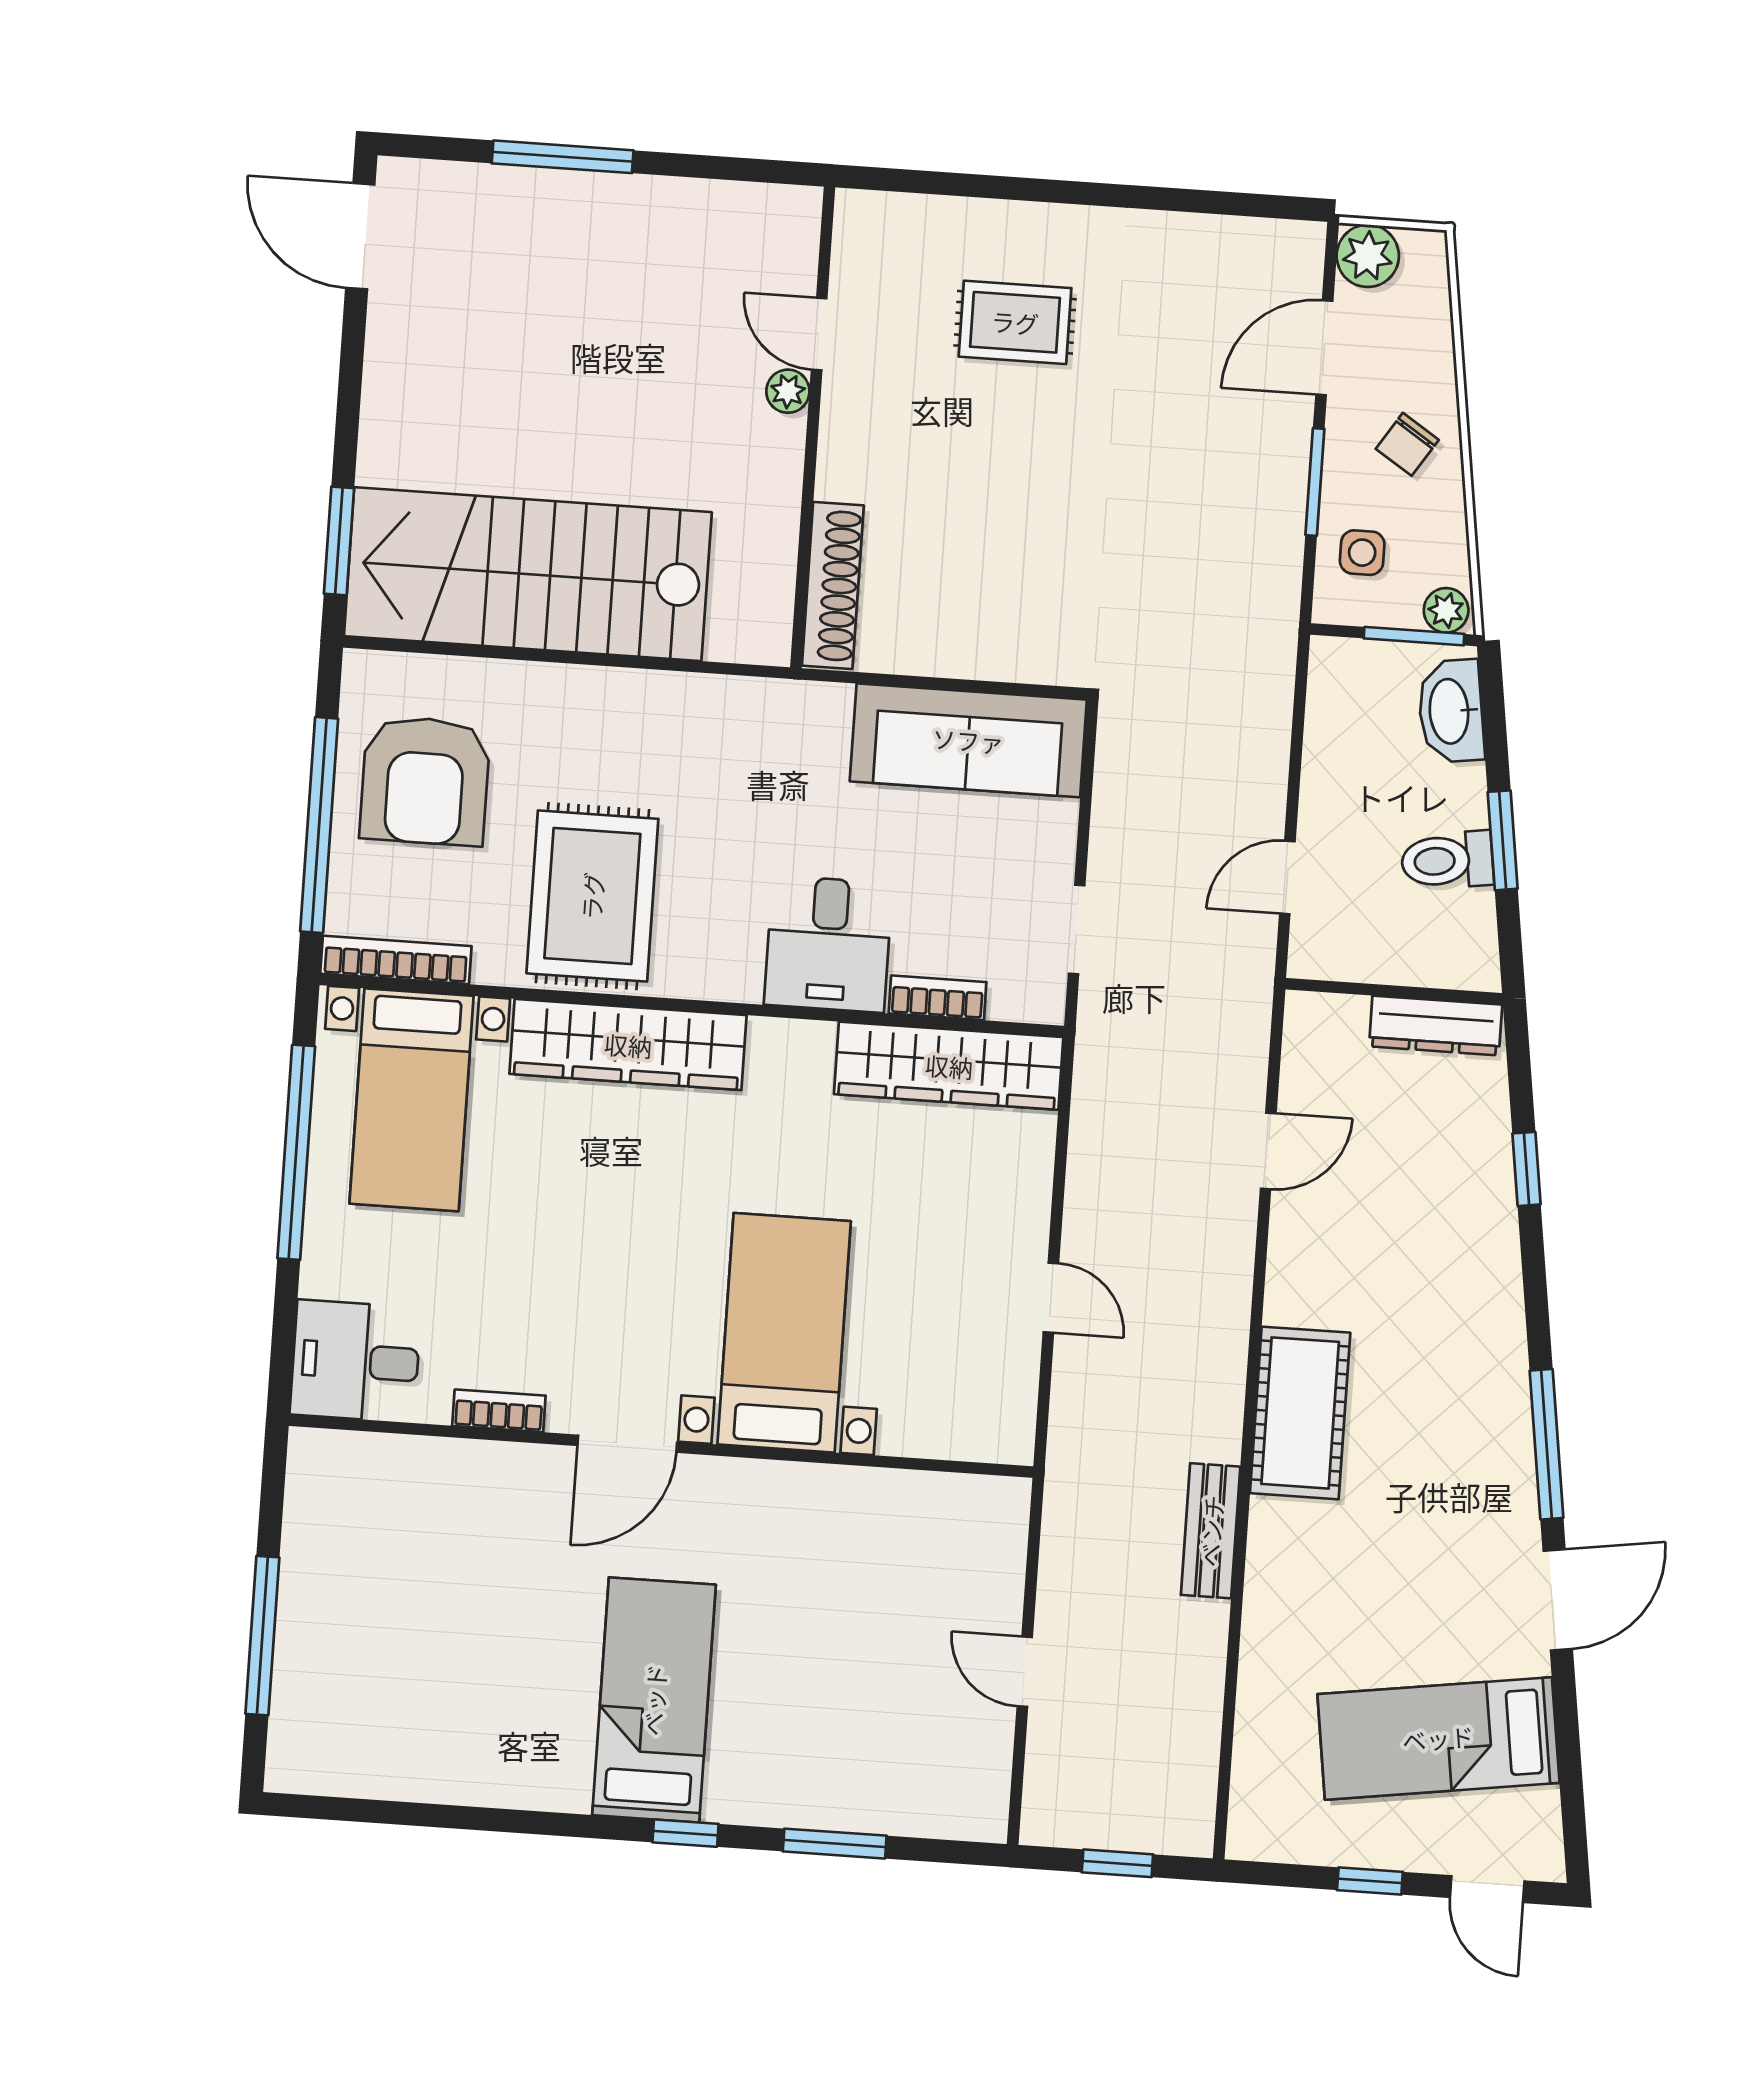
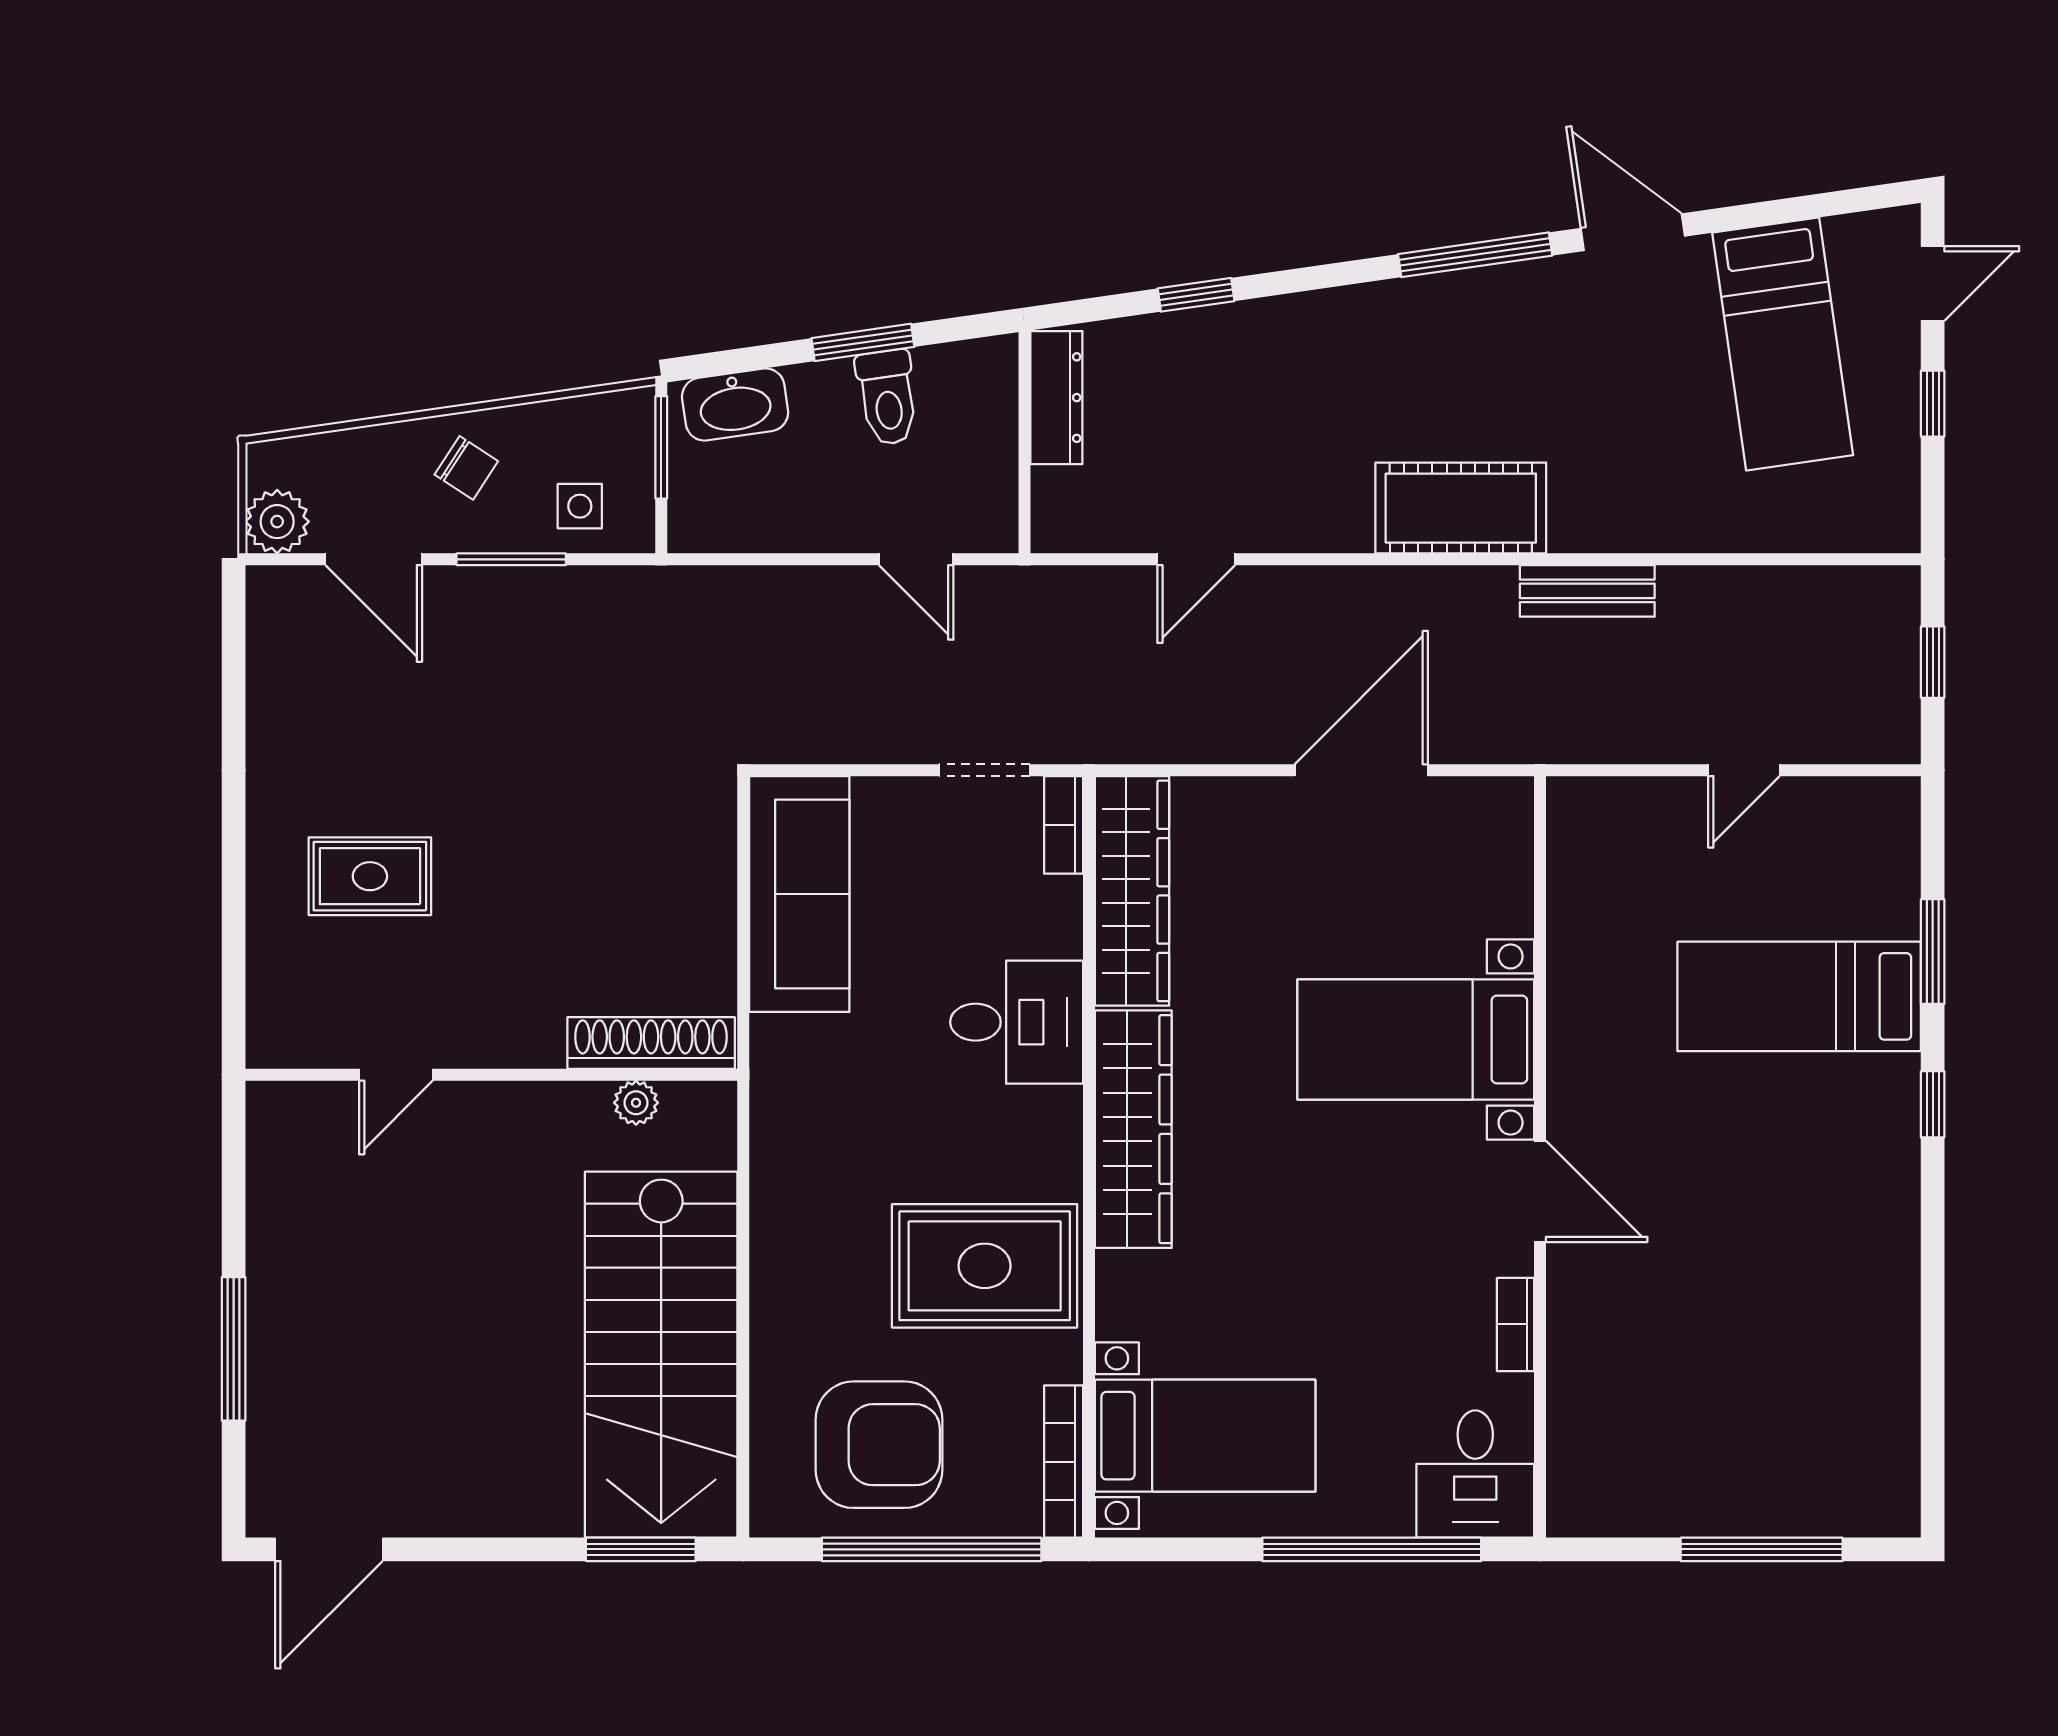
rug: (1015, 322) -> (370, 876), turned 90
plant: (788, 391) -> (636, 1103), moved
plant: (1446, 610) -> (633, 417), removed
bookcase: (937, 998) -> (1064, 825), moved
wardrobe: (628, 1045) -> (1133, 1129), moved
door: (1268, 1151) -> (1196, 559), swing flipped
window: (296, 1152) -> (1372, 1549), moved
door: (1051, 1298) -> (1361, 770), width x1.87
bed: (654, 1700) -> (1799, 996), moved

